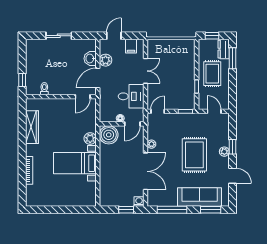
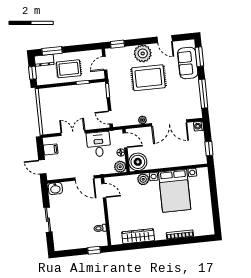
washbasin: (90, 59) -> (55, 189), moved
plant: (106, 60) -> (120, 167), moved
window: (233, 147) -> (117, 44), moved
plant: (224, 152) -> (143, 53), width x1.87, depth x1.87
bed with nightstands: (75, 163) -> (175, 191), width x1.36
double door: (146, 171) -> (169, 123), swing flipped
door: (233, 176) -> (165, 39), swing flipped
sofa: (200, 197) -> (188, 63), width x0.73
window: (126, 210) -> (209, 149), moved

